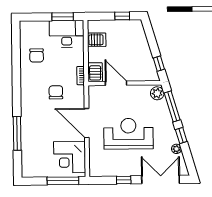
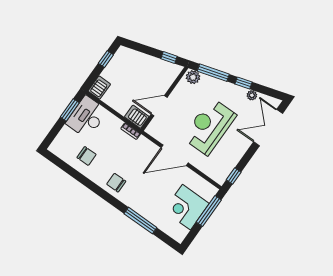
server rack: (97, 40) -> (99, 88), moved
chair: (56, 92) -> (116, 183), moved
corner desk: (70, 157) -> (187, 207), moved, turned 90
window: (124, 180) -> (234, 176), moved

